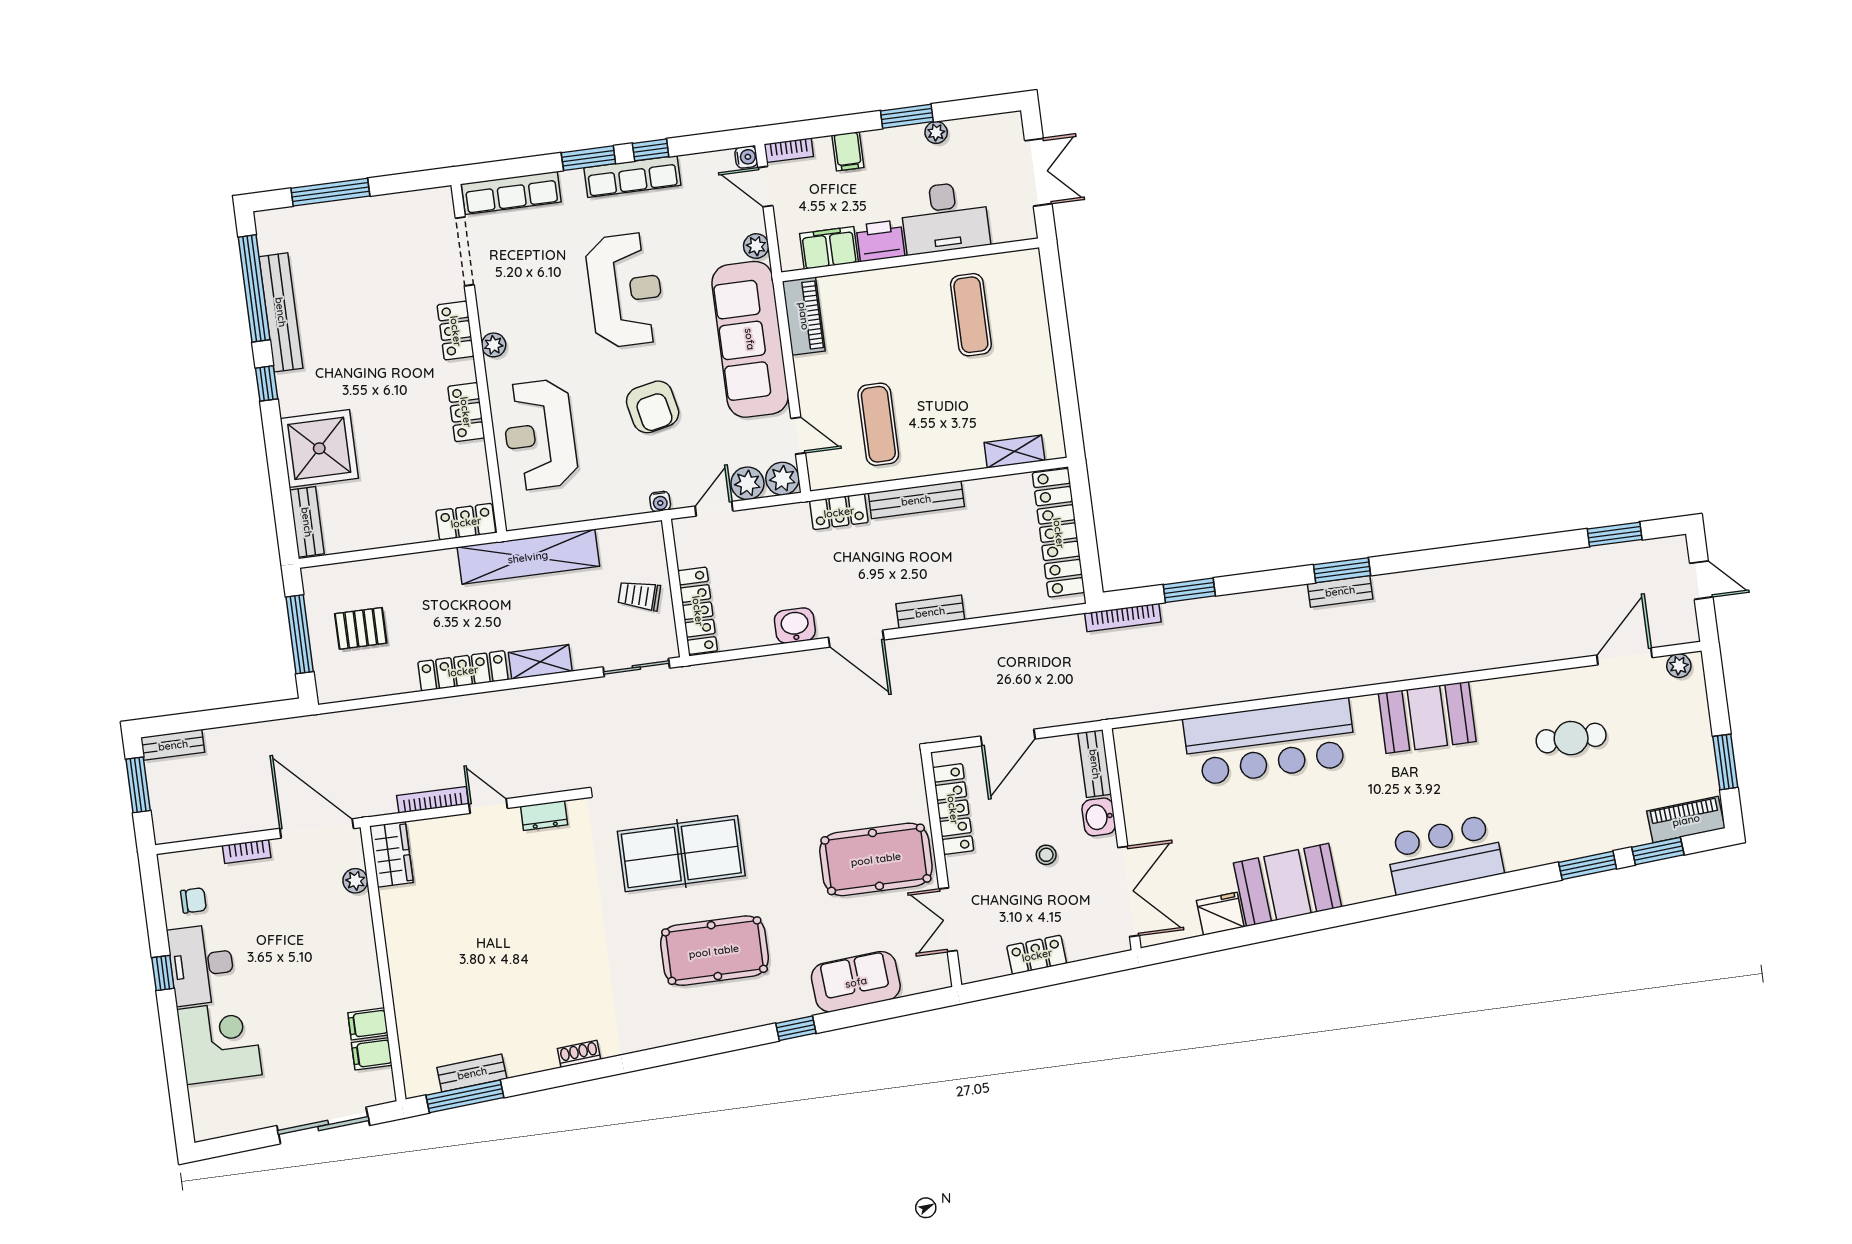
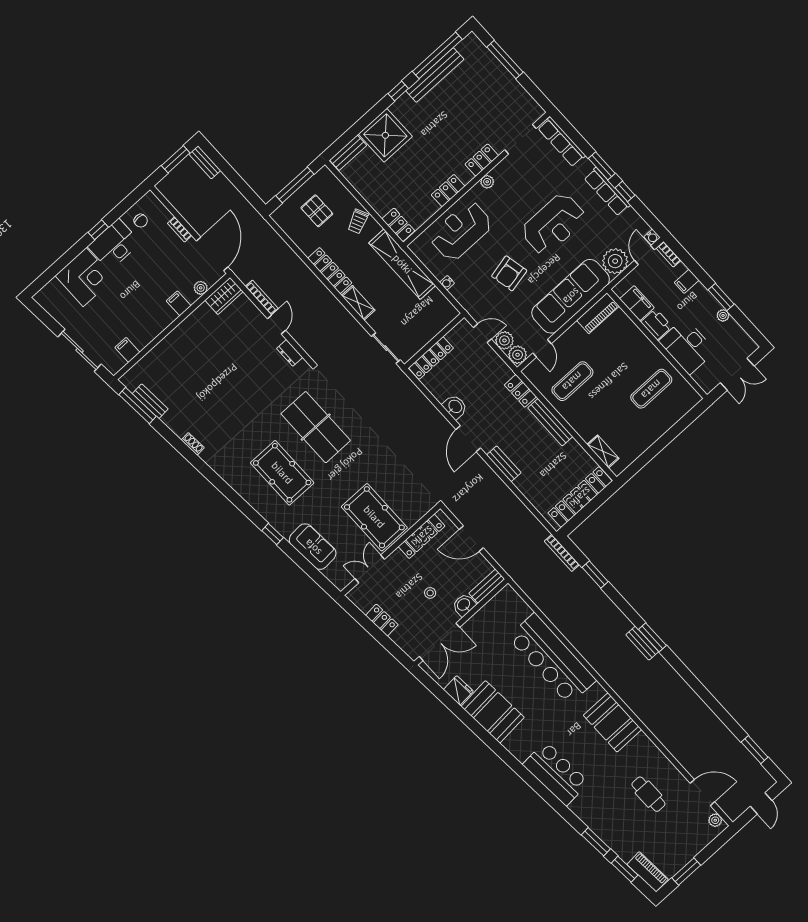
plant: (756, 246) -> (615, 261), width x1.87, depth x1.87
water cooler: (660, 501) -> (447, 283), moved
trolley: (639, 595) -> (358, 221), moved, turned -131
filing cabinet: (368, 1024) -> (179, 303), moved

